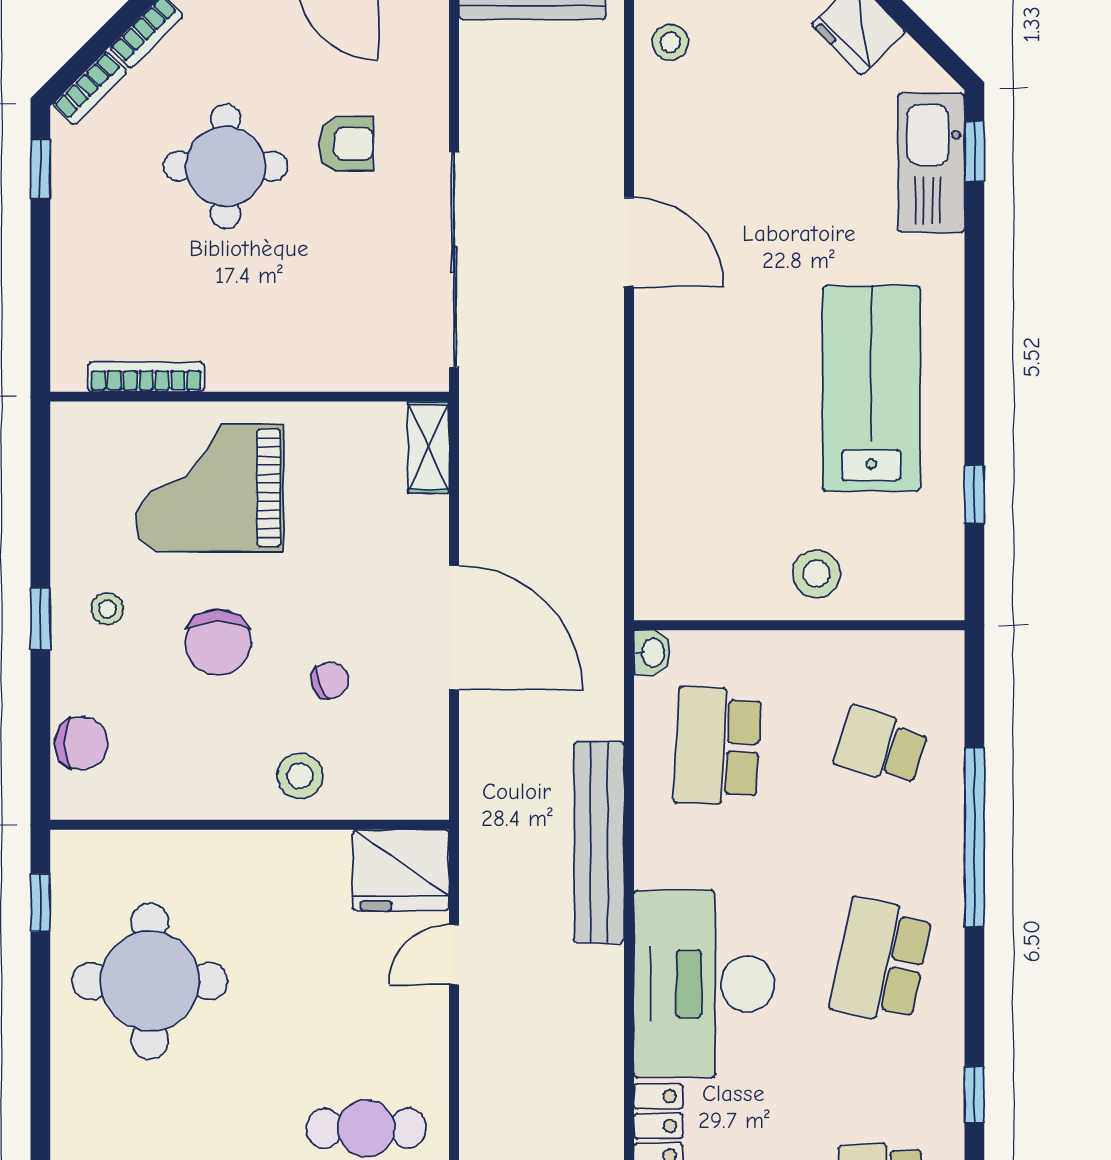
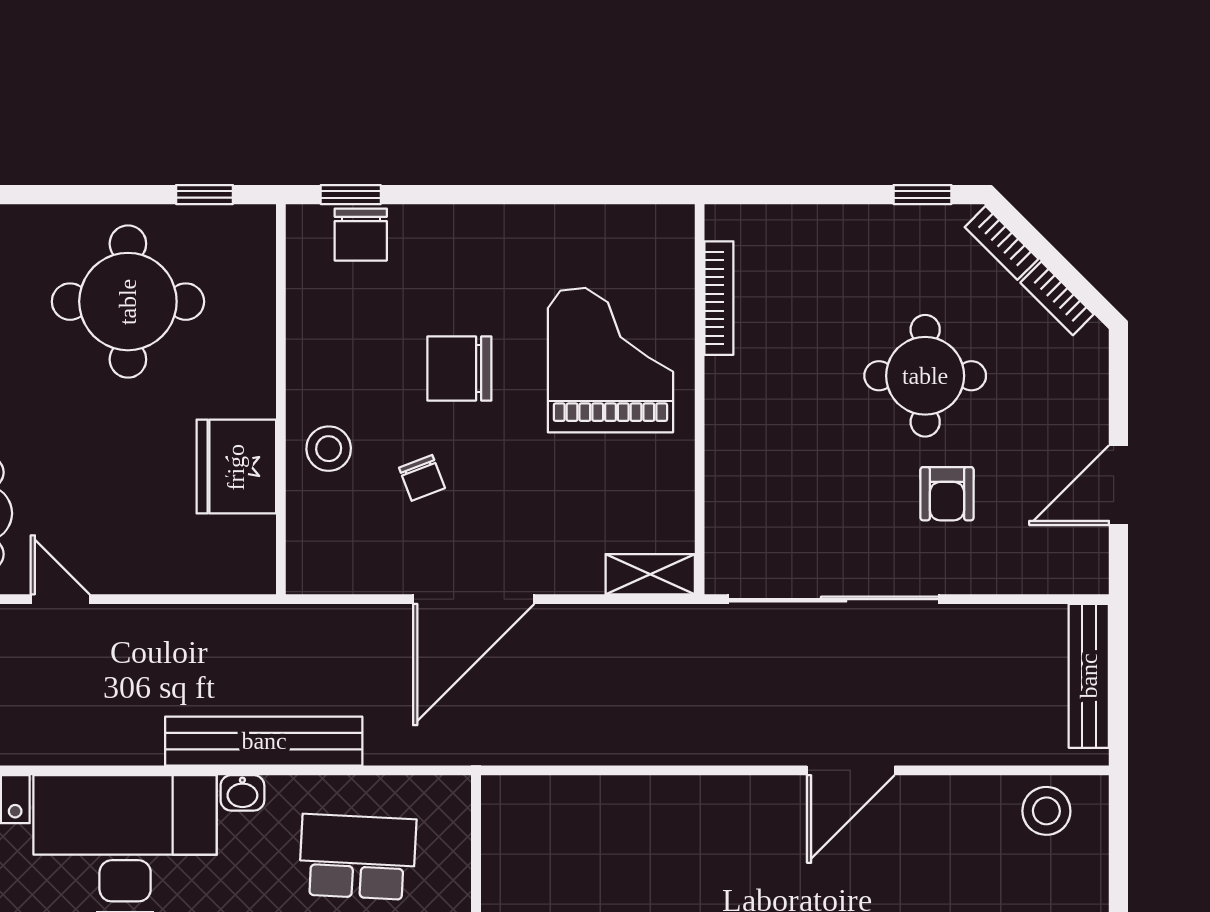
stool: (670, 42) -> (1046, 811), width x1.37, depth x1.37
stool: (107, 609) -> (492, 260), removed
window: (40, 619) -> (351, 195), moved
washbasin: (652, 653) -> (242, 793), moved
fridge: (401, 870) -> (236, 467), moved
door: (454, 955) -> (60, 599), moved

